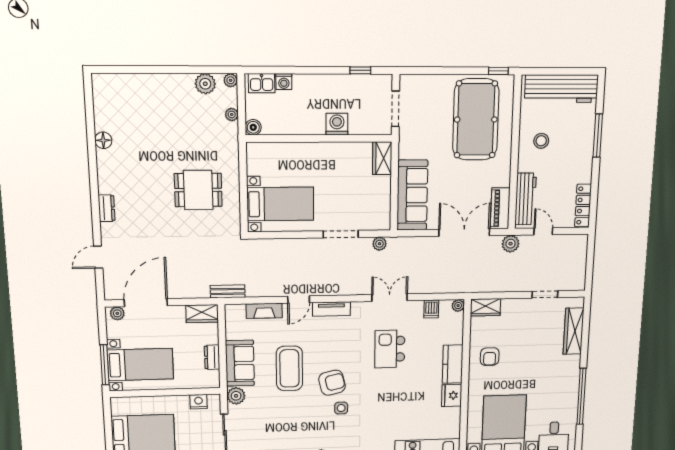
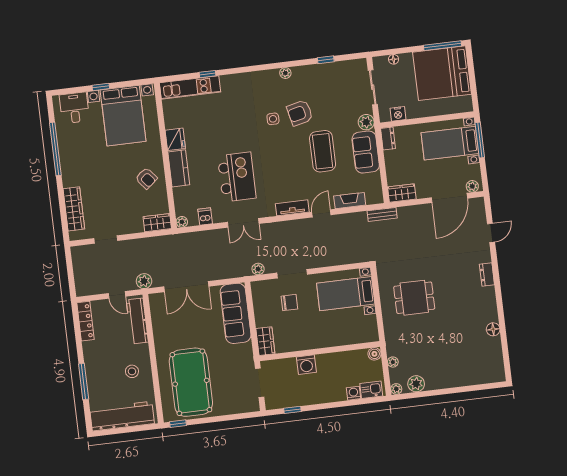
chair: (348, 201) -> (289, 303), added
piano: (500, 208) -> (158, 311), removed
kitchen island: (390, 349) -> (237, 177), width x1.37, depth x1.28
dresser: (212, 357) -> (388, 138), moved
armchair: (490, 357) -> (146, 178), turned 141
armchair: (332, 383) -> (300, 113), moved

